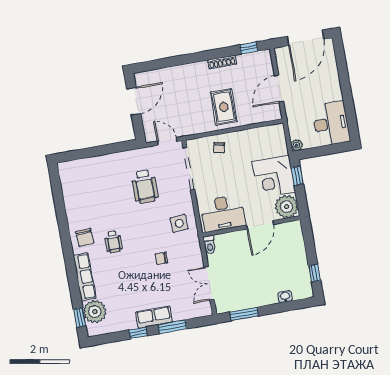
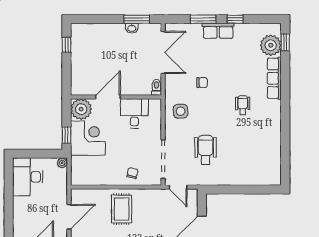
desk: (223, 213) -> (134, 113), width x0.73
chair: (85, 237) -> (268, 114), removed
double door: (209, 283) -> (163, 52), width x1.37
washbasin: (285, 297) -> (132, 28), moved

